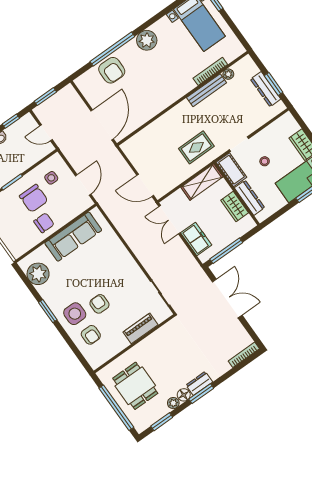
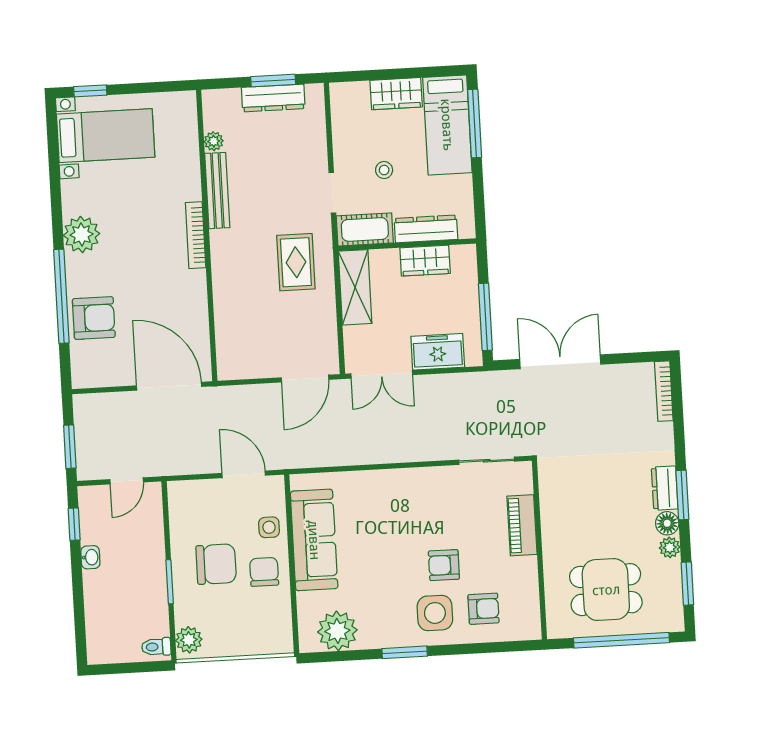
bookcase: (210, 71) -> (196, 235), moved
side table: (51, 178) -> (269, 527), moved

